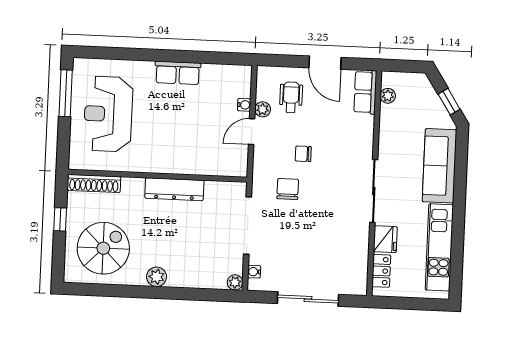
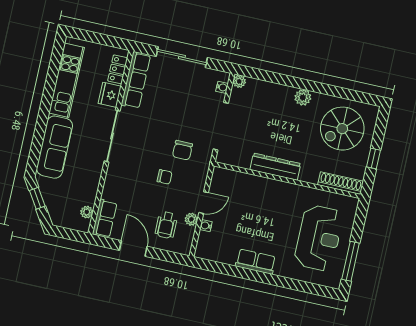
row of seats: (358, 262) -> (136, 80), added

